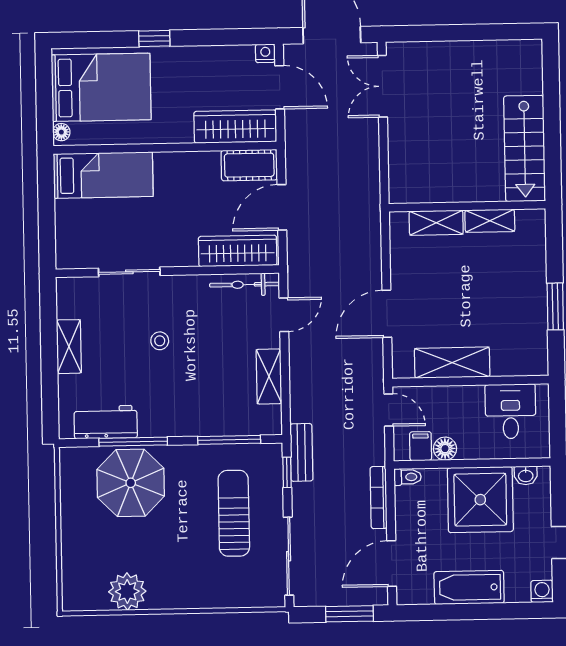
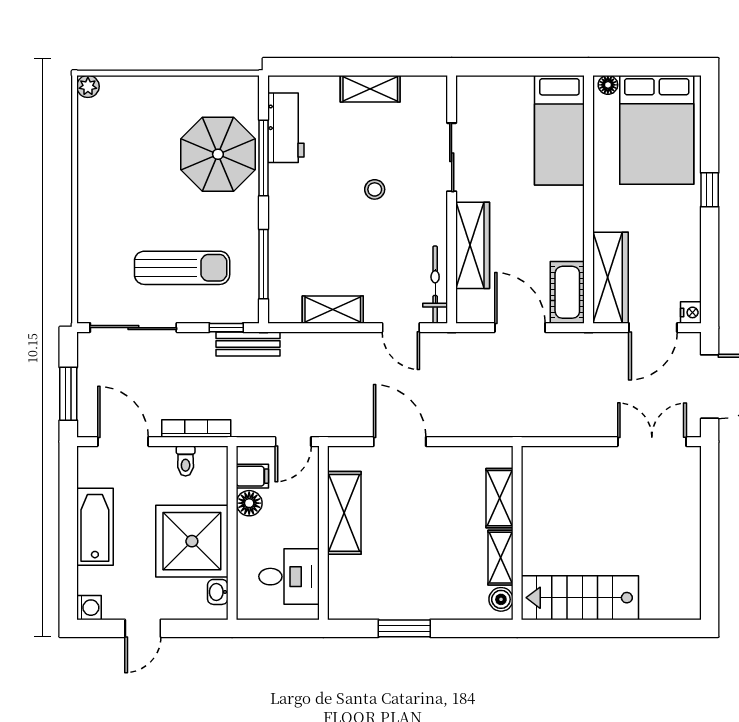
boiler: (527, 220) -> (501, 599), added
wardrobe: (238, 251) -> (473, 245), moved
toilet: (408, 477) -> (186, 461), moved
plant: (127, 591) -> (88, 86), moved, width x0.53, depth x0.53

